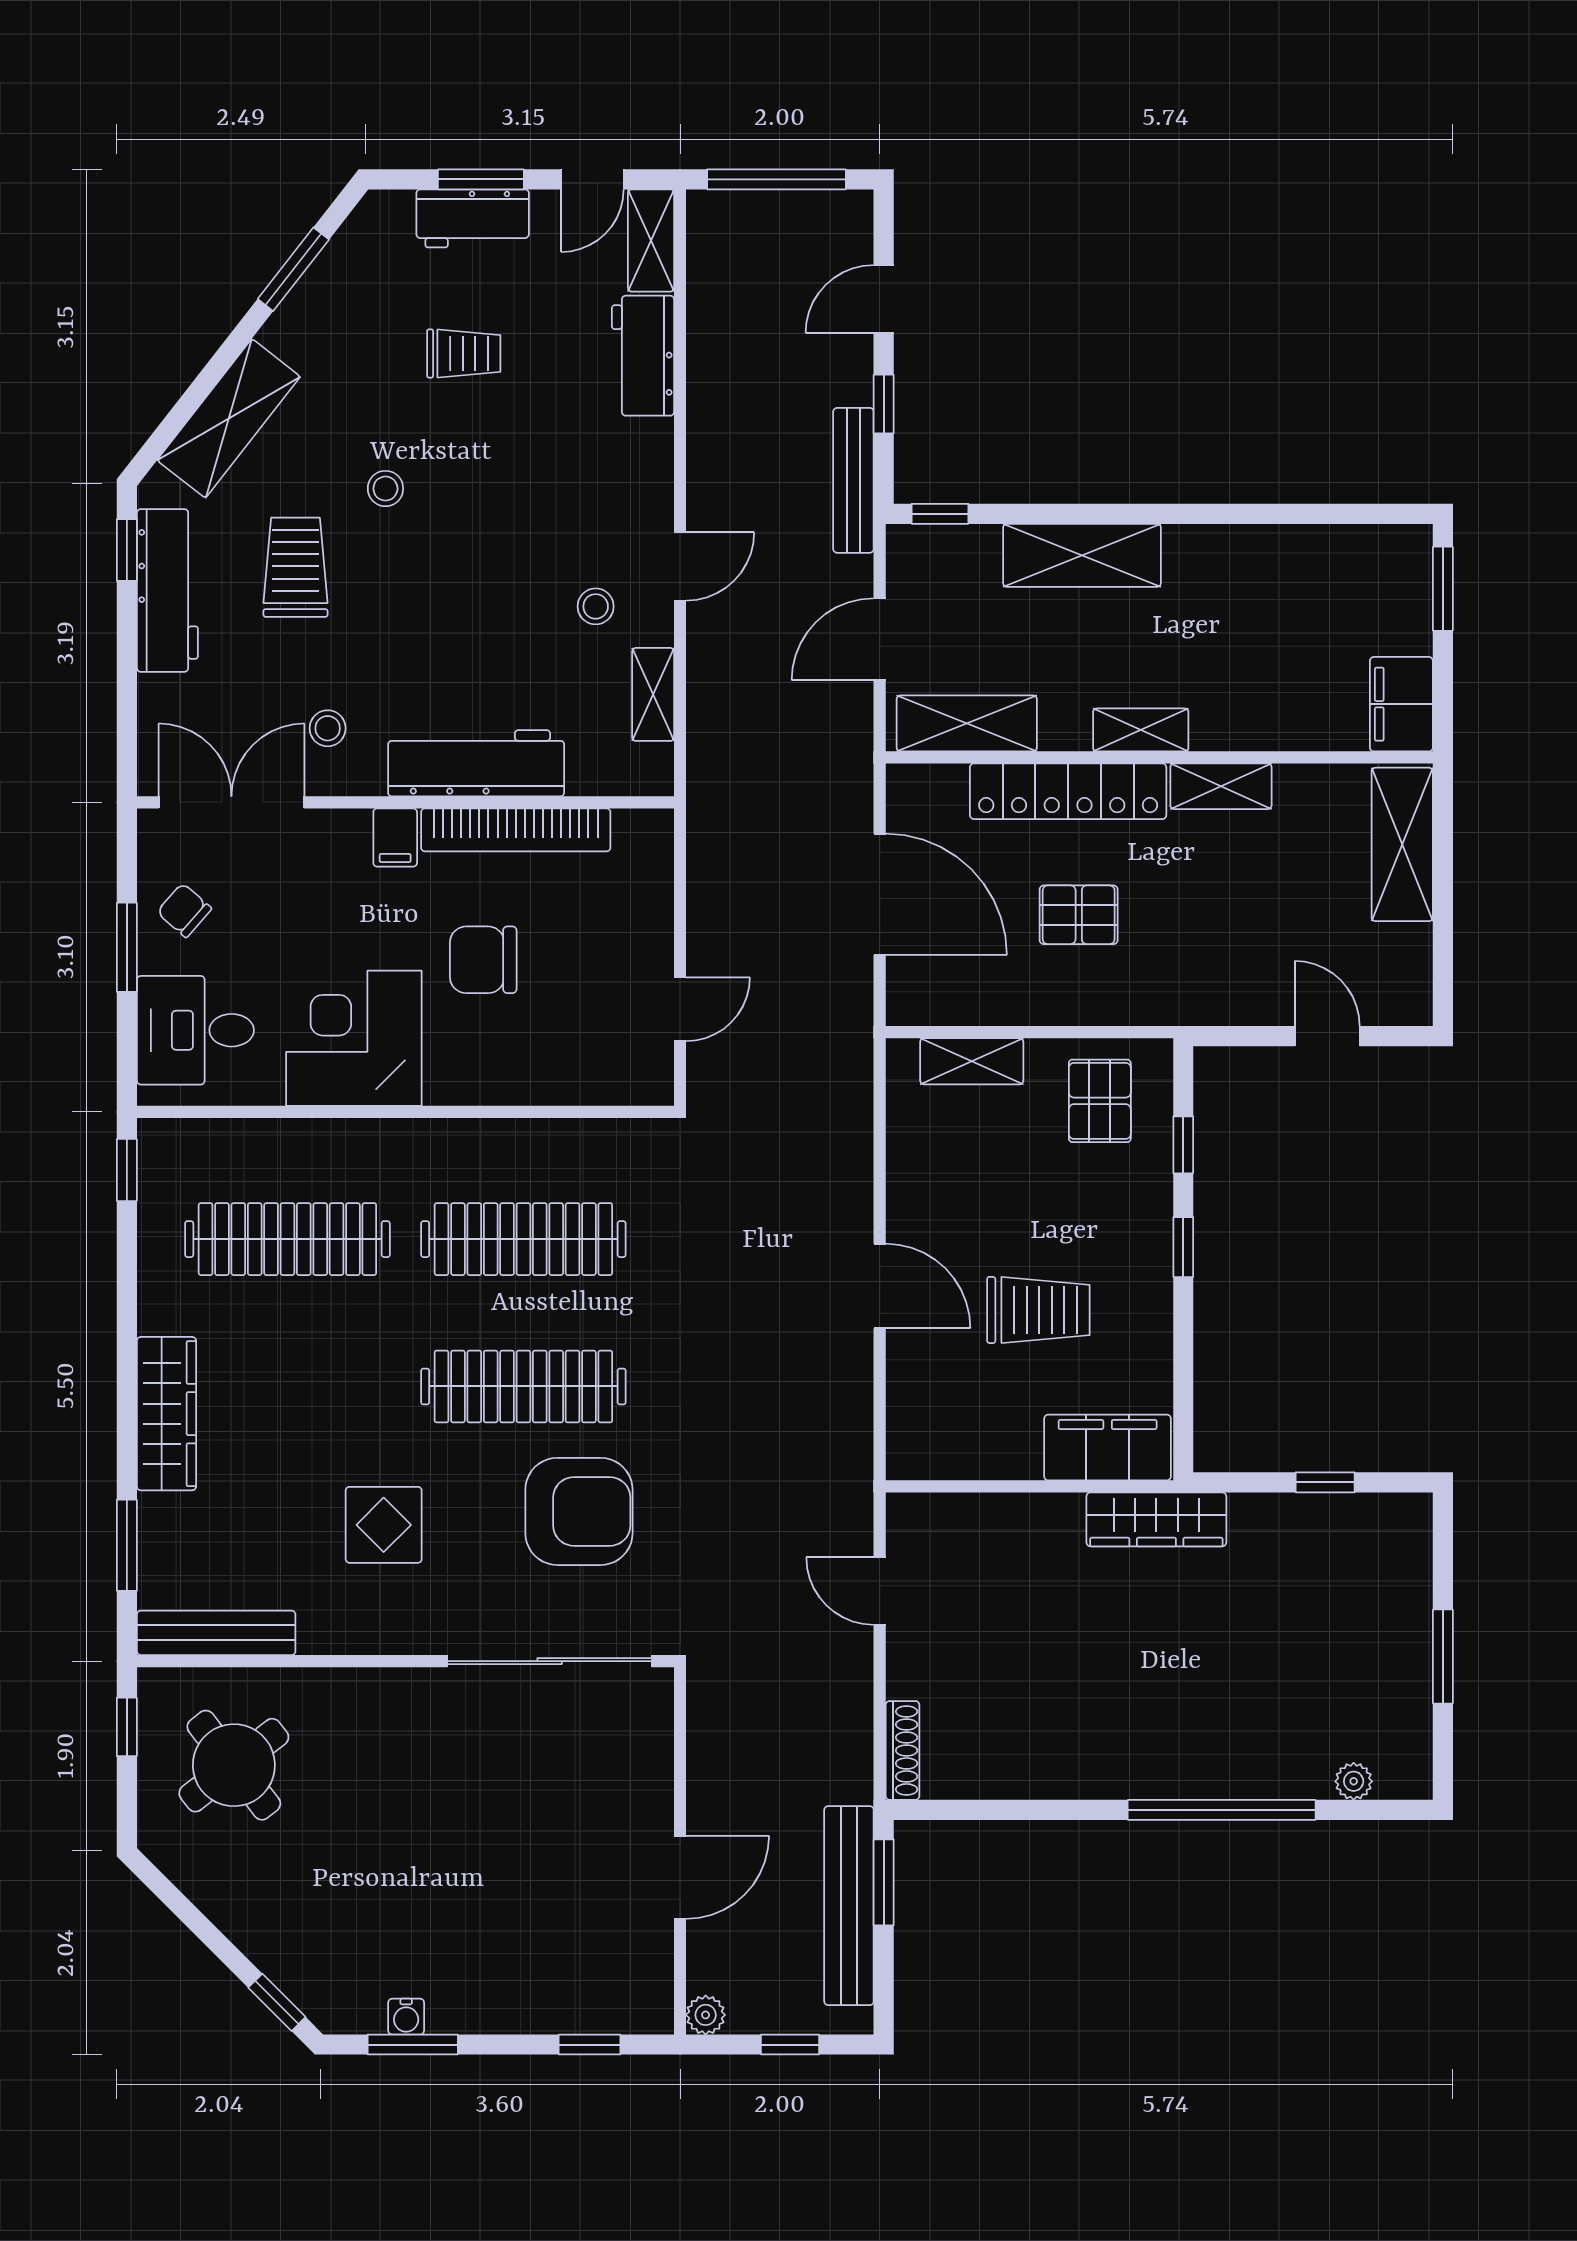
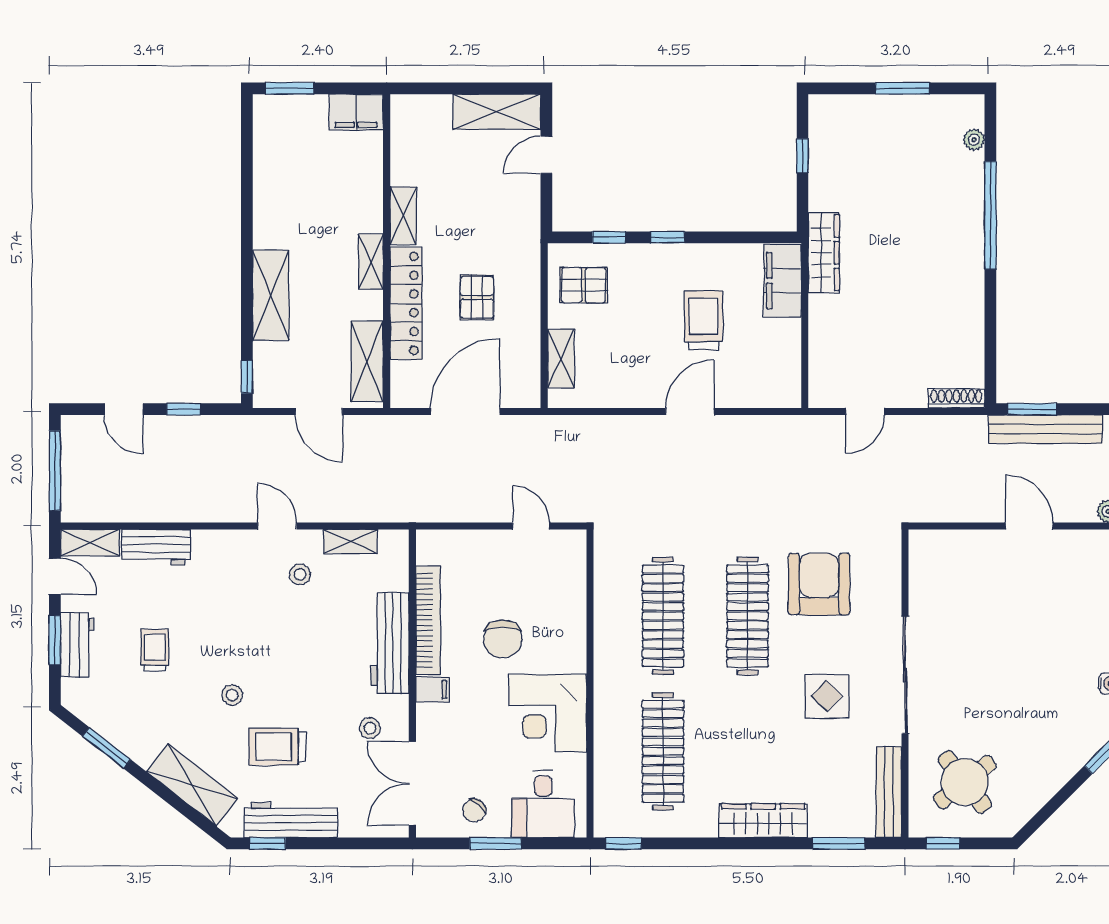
bench: (853, 480) -> (228, 427), removed
shelving: (1402, 844) -> (497, 112), moved
sliding door: (550, 1661) -> (905, 675), moved

